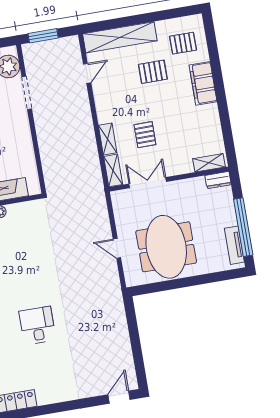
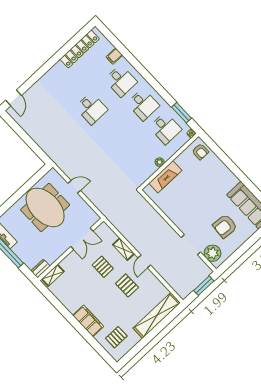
pallet: (153, 72) -> (127, 285), moved, turned 90
door: (87, 73) -> (144, 261), moved
shelving: (113, 170) -> (108, 232), removed

